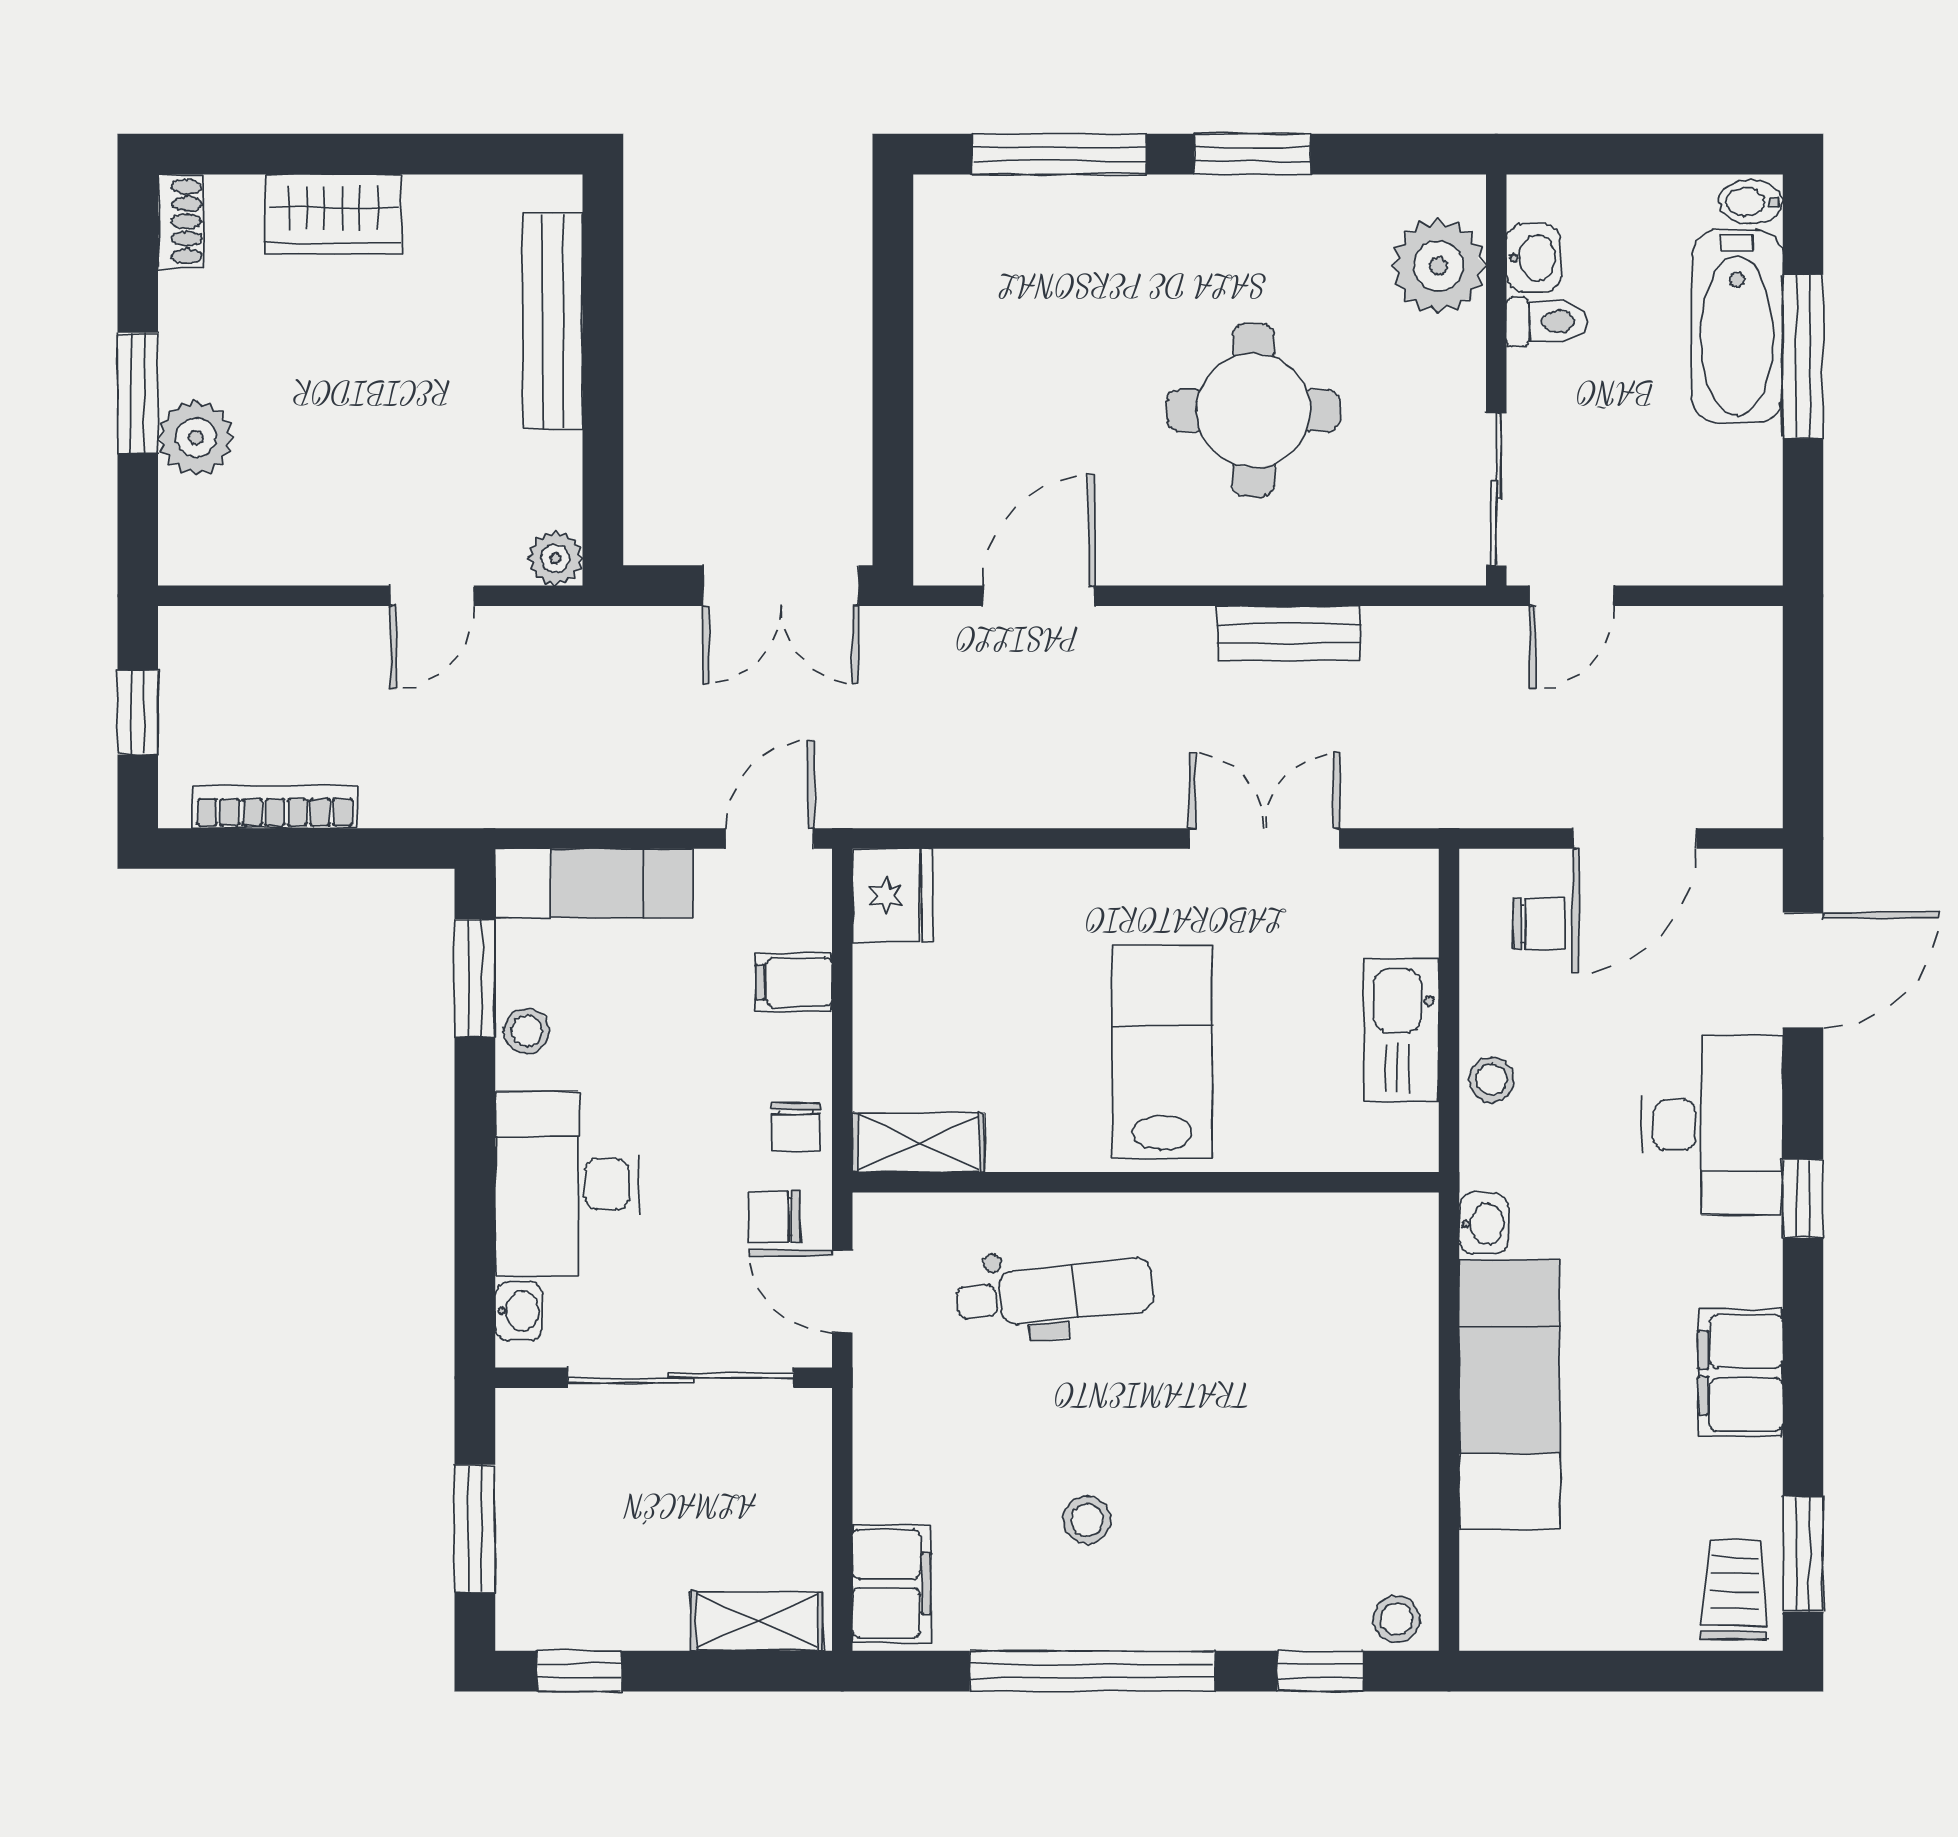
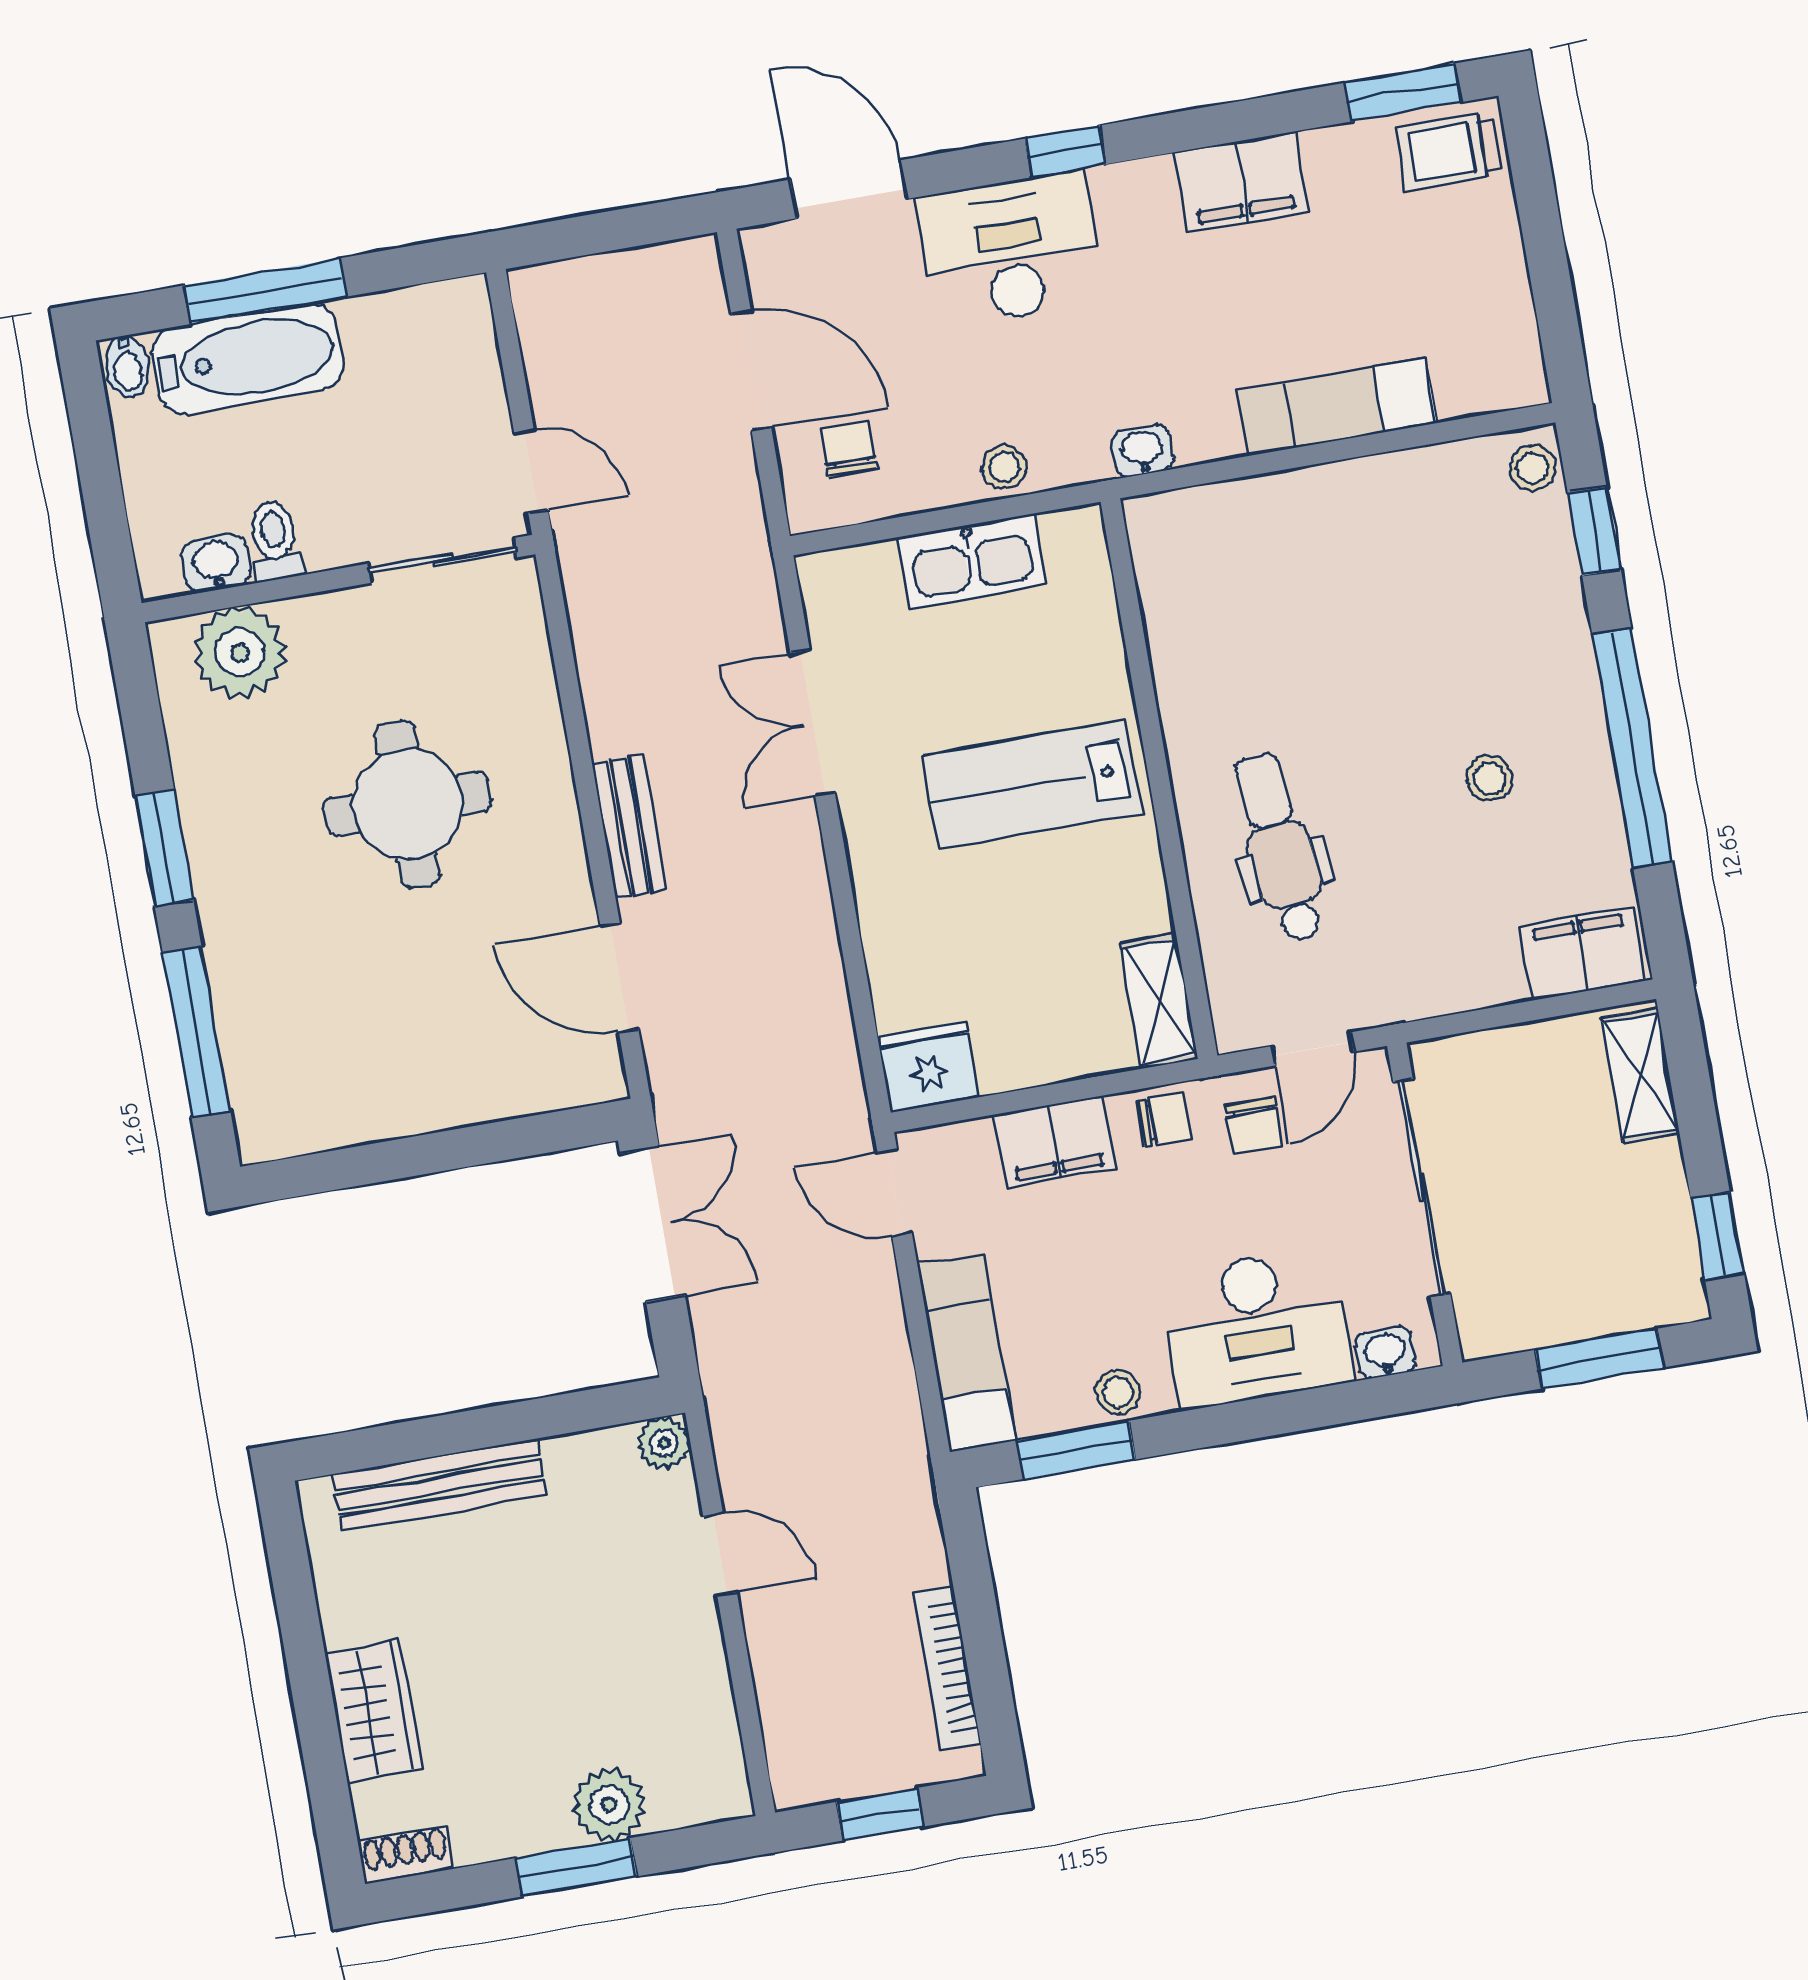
bench: (1289, 633) -> (630, 826), moved
filing cabinet: (794, 982) -> (1055, 1141), width x2.00
exam couch: (1510, 1394) -> (1337, 407), width x0.73, depth x0.69

